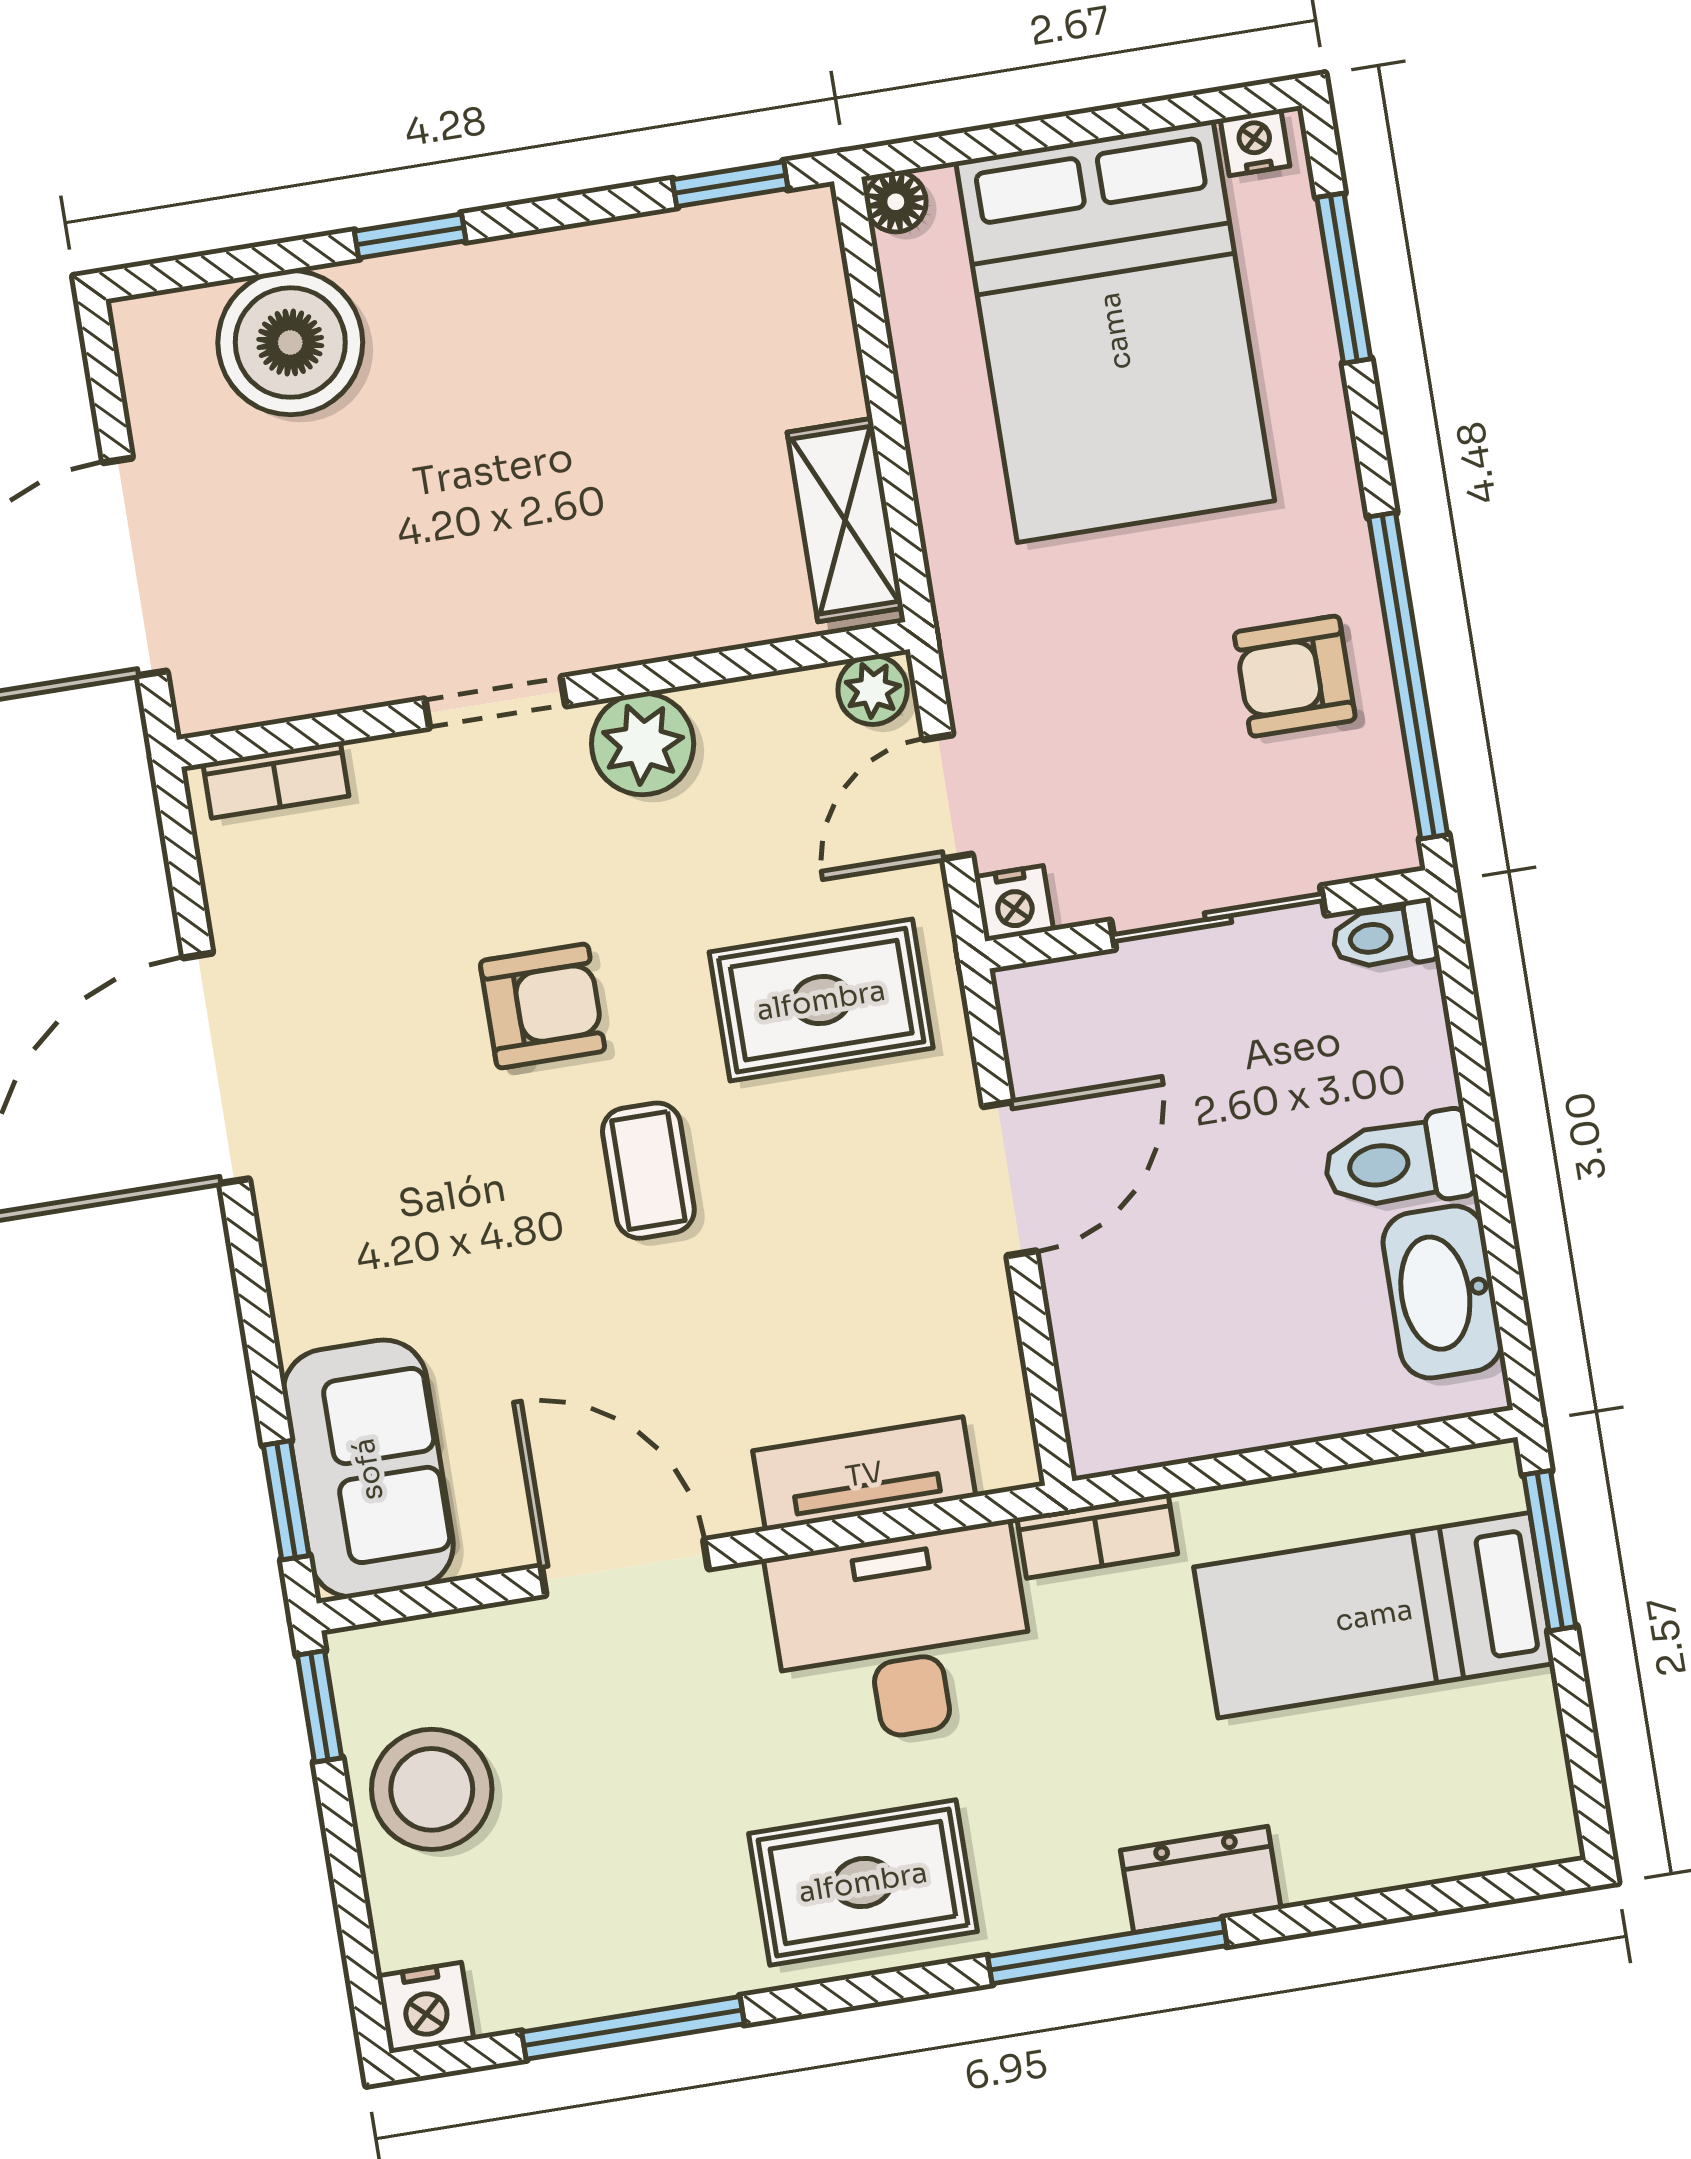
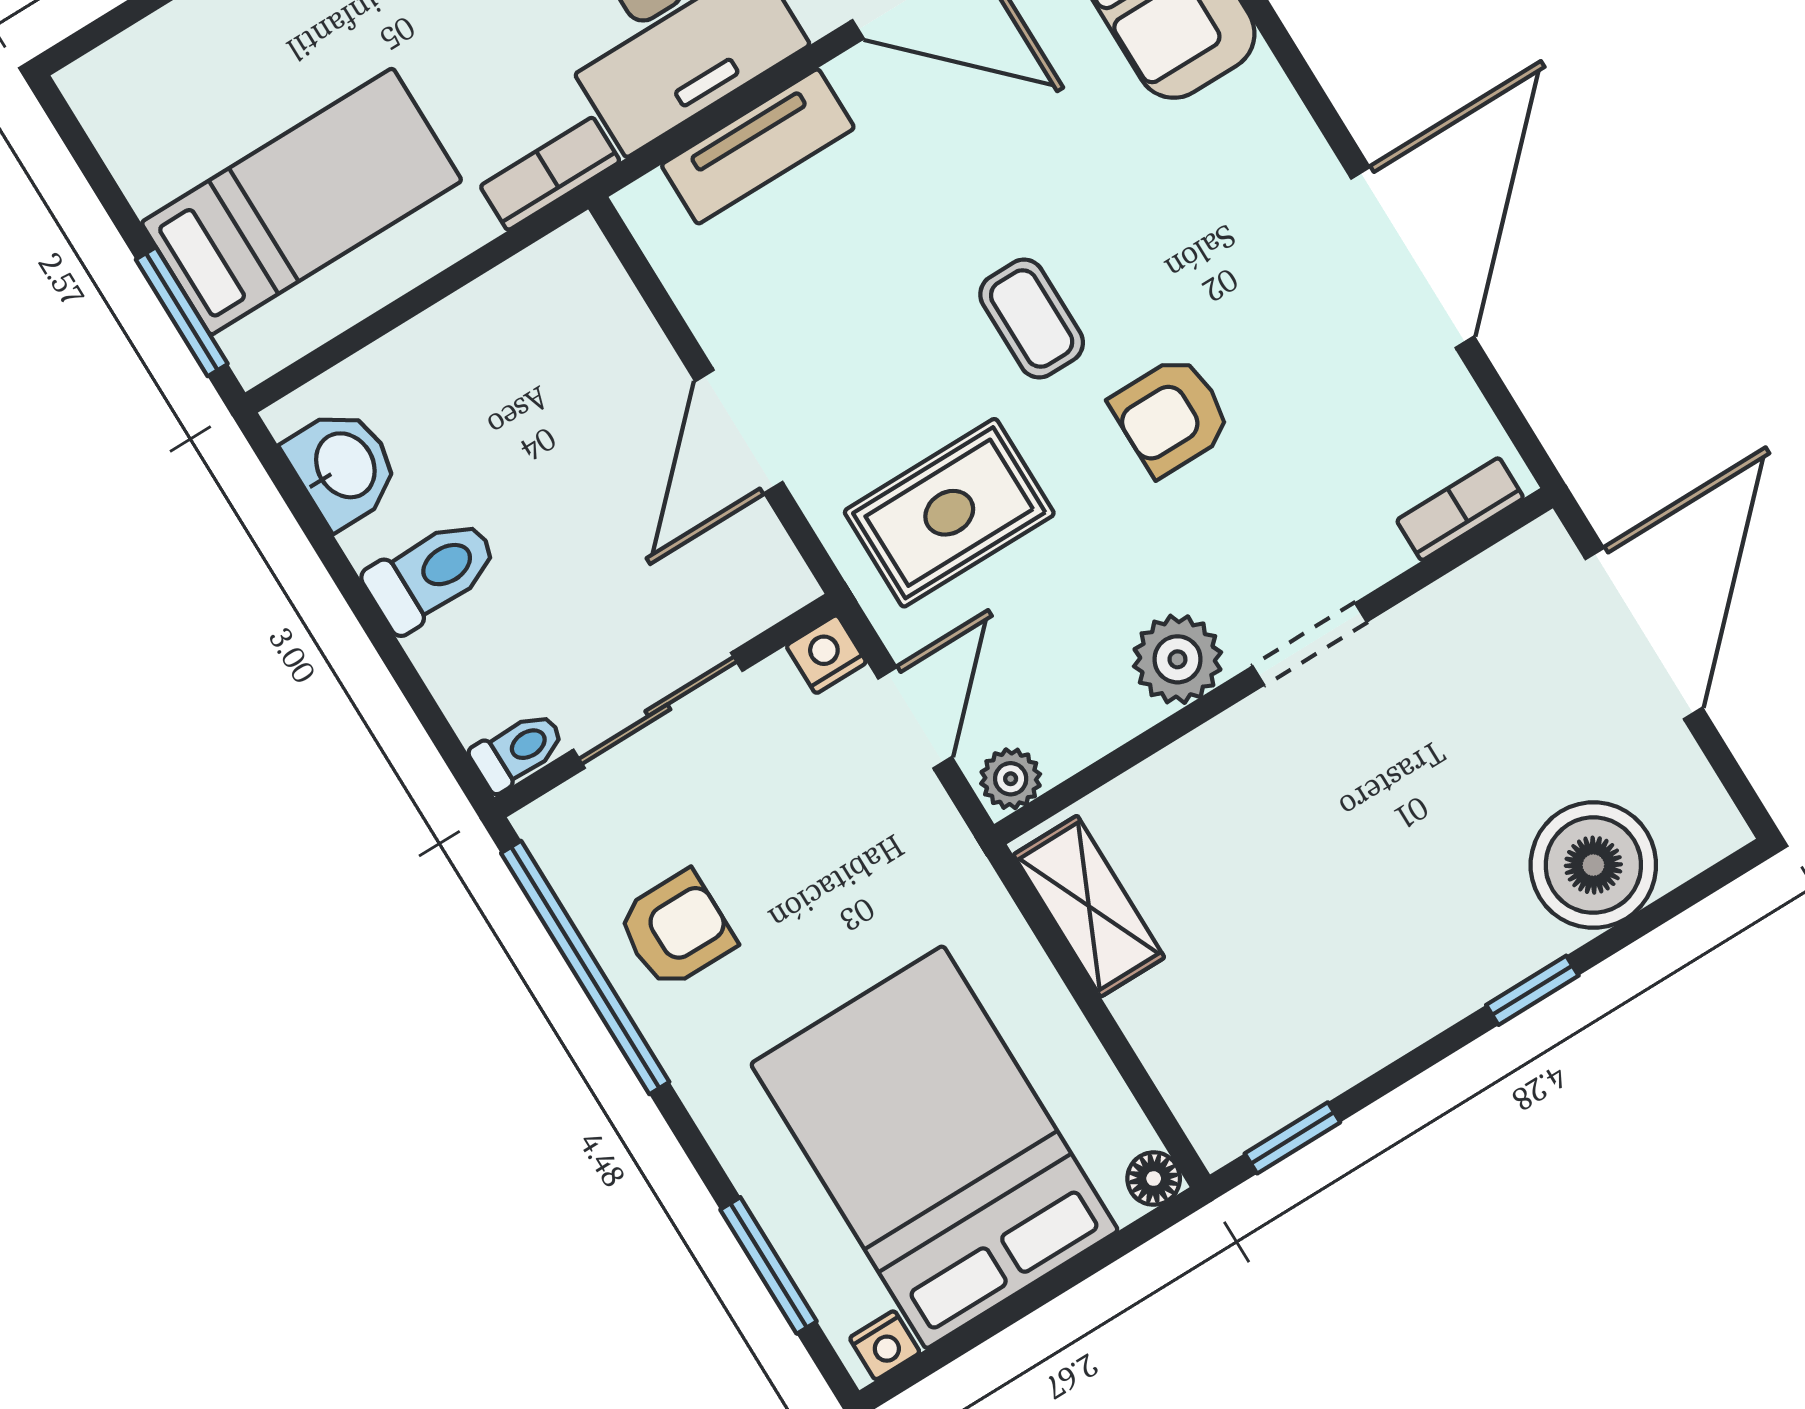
washbasin: (1442, 1292) -> (343, 467), width x0.72

